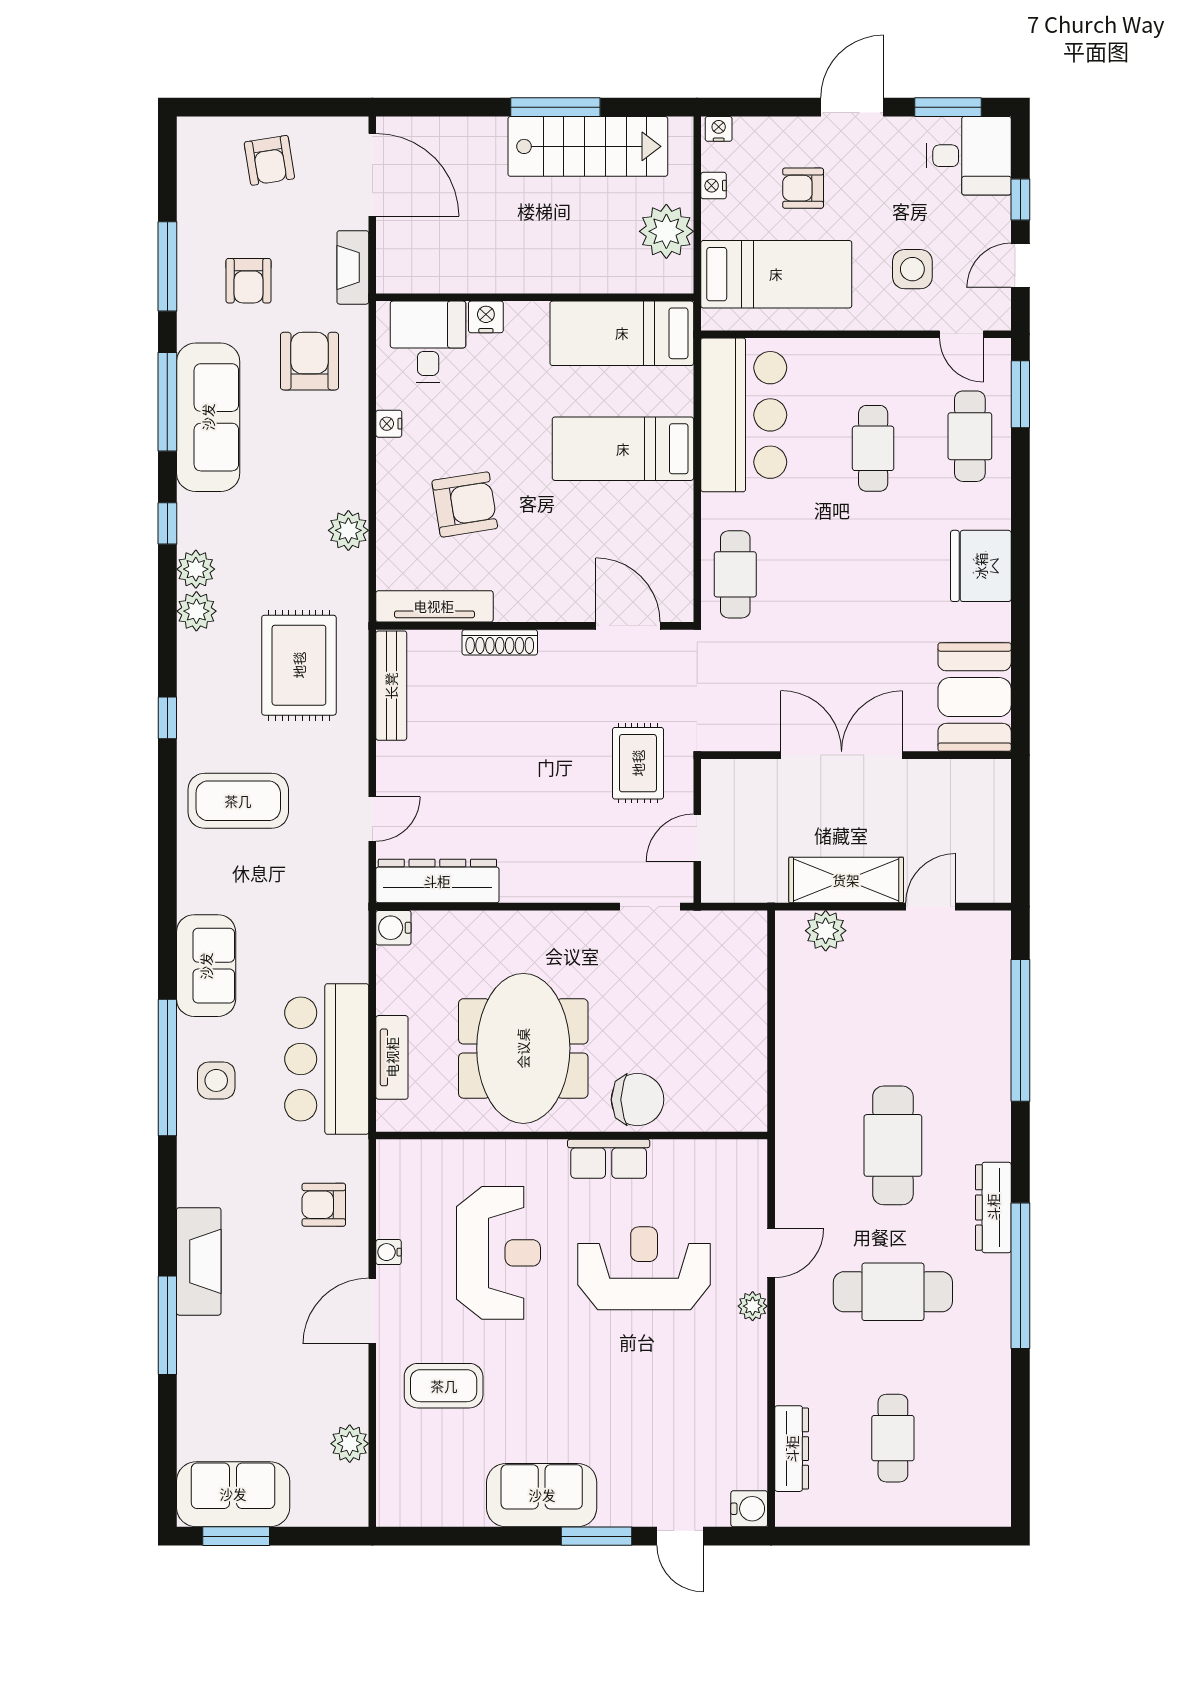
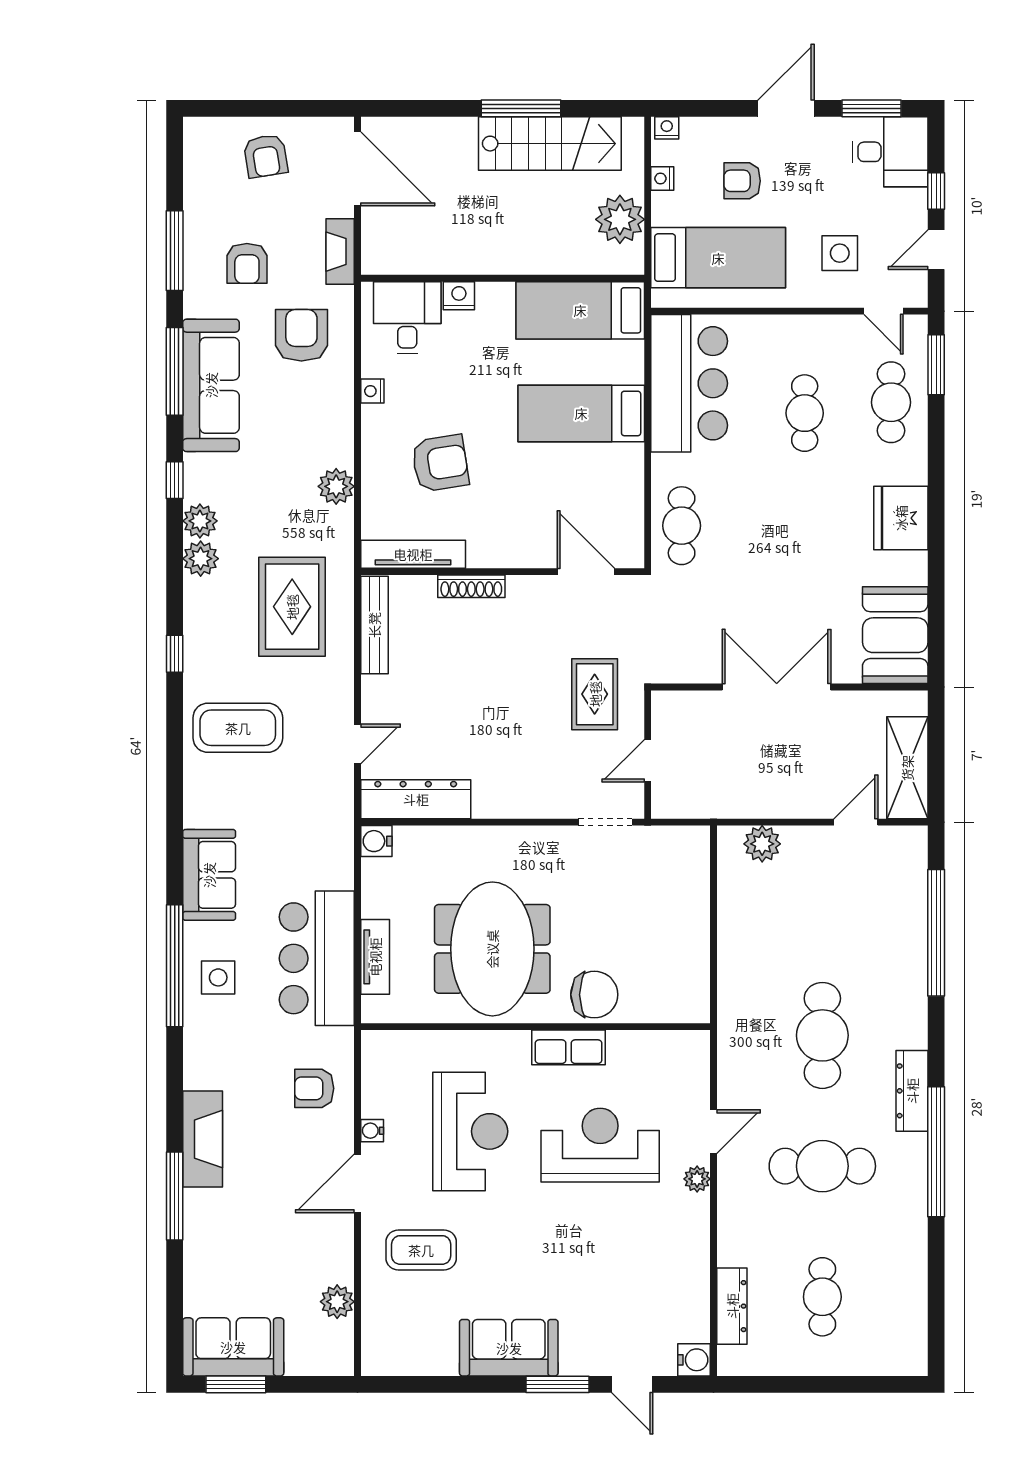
shelving: (846, 880) -> (907, 768), moved, turned 90

